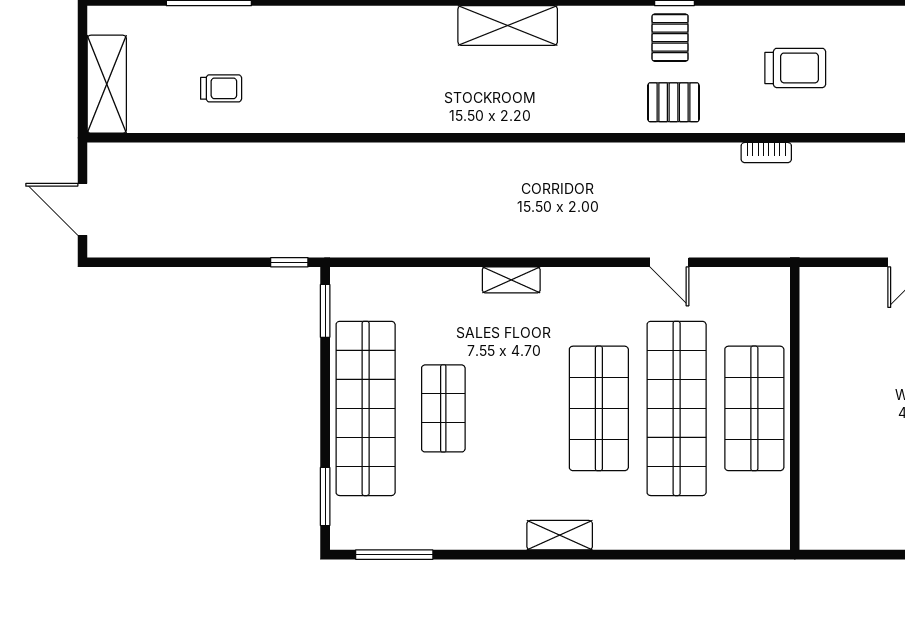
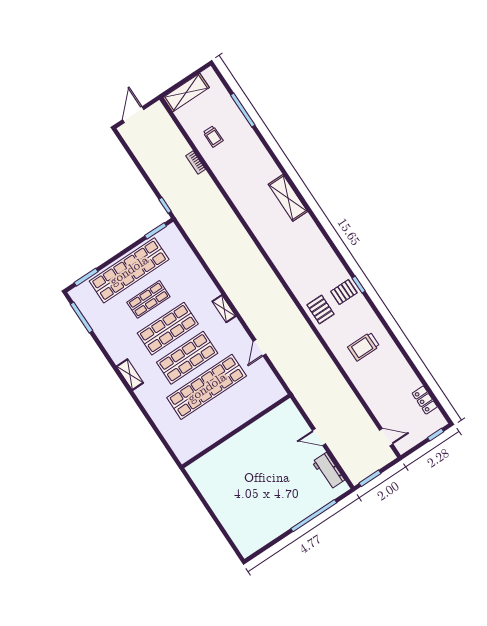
shelving: (508, 26) -> (288, 198), moved
trolley: (795, 68) -> (364, 347), turned 90
bookcase: (766, 153) -> (196, 163), moved
shelving: (511, 280) -> (224, 309), moved
shop shelf: (754, 408) -> (168, 329), moved

